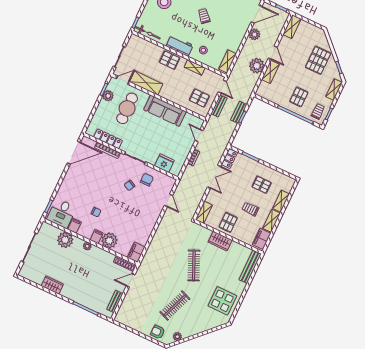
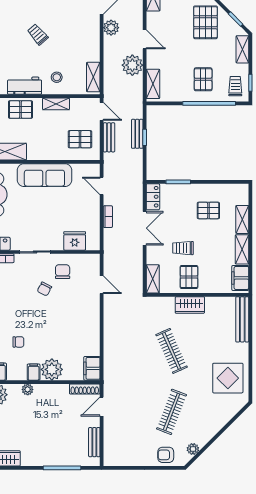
shelving: (270, 72) -> (153, 84), moved
trolley: (250, 209) -> (183, 248), moved

